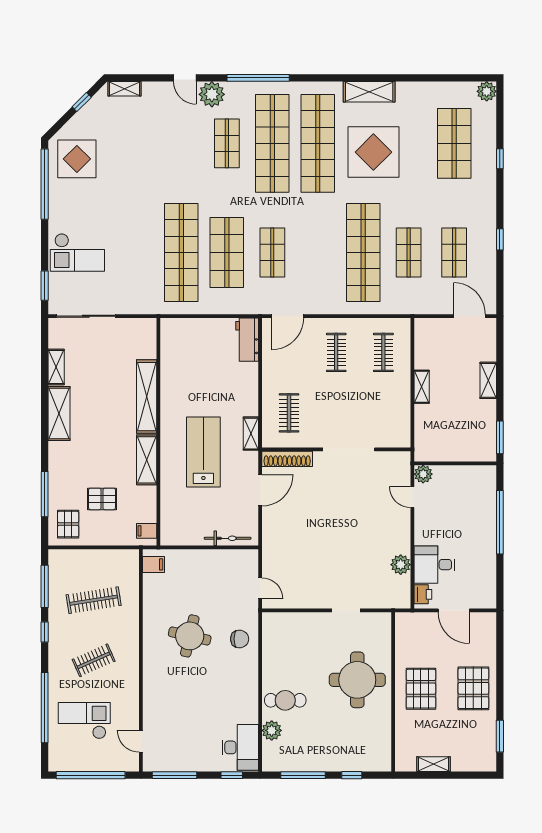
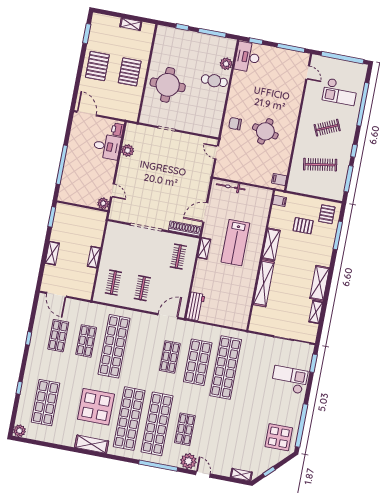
door: (454, 610) -> (87, 114), moved

